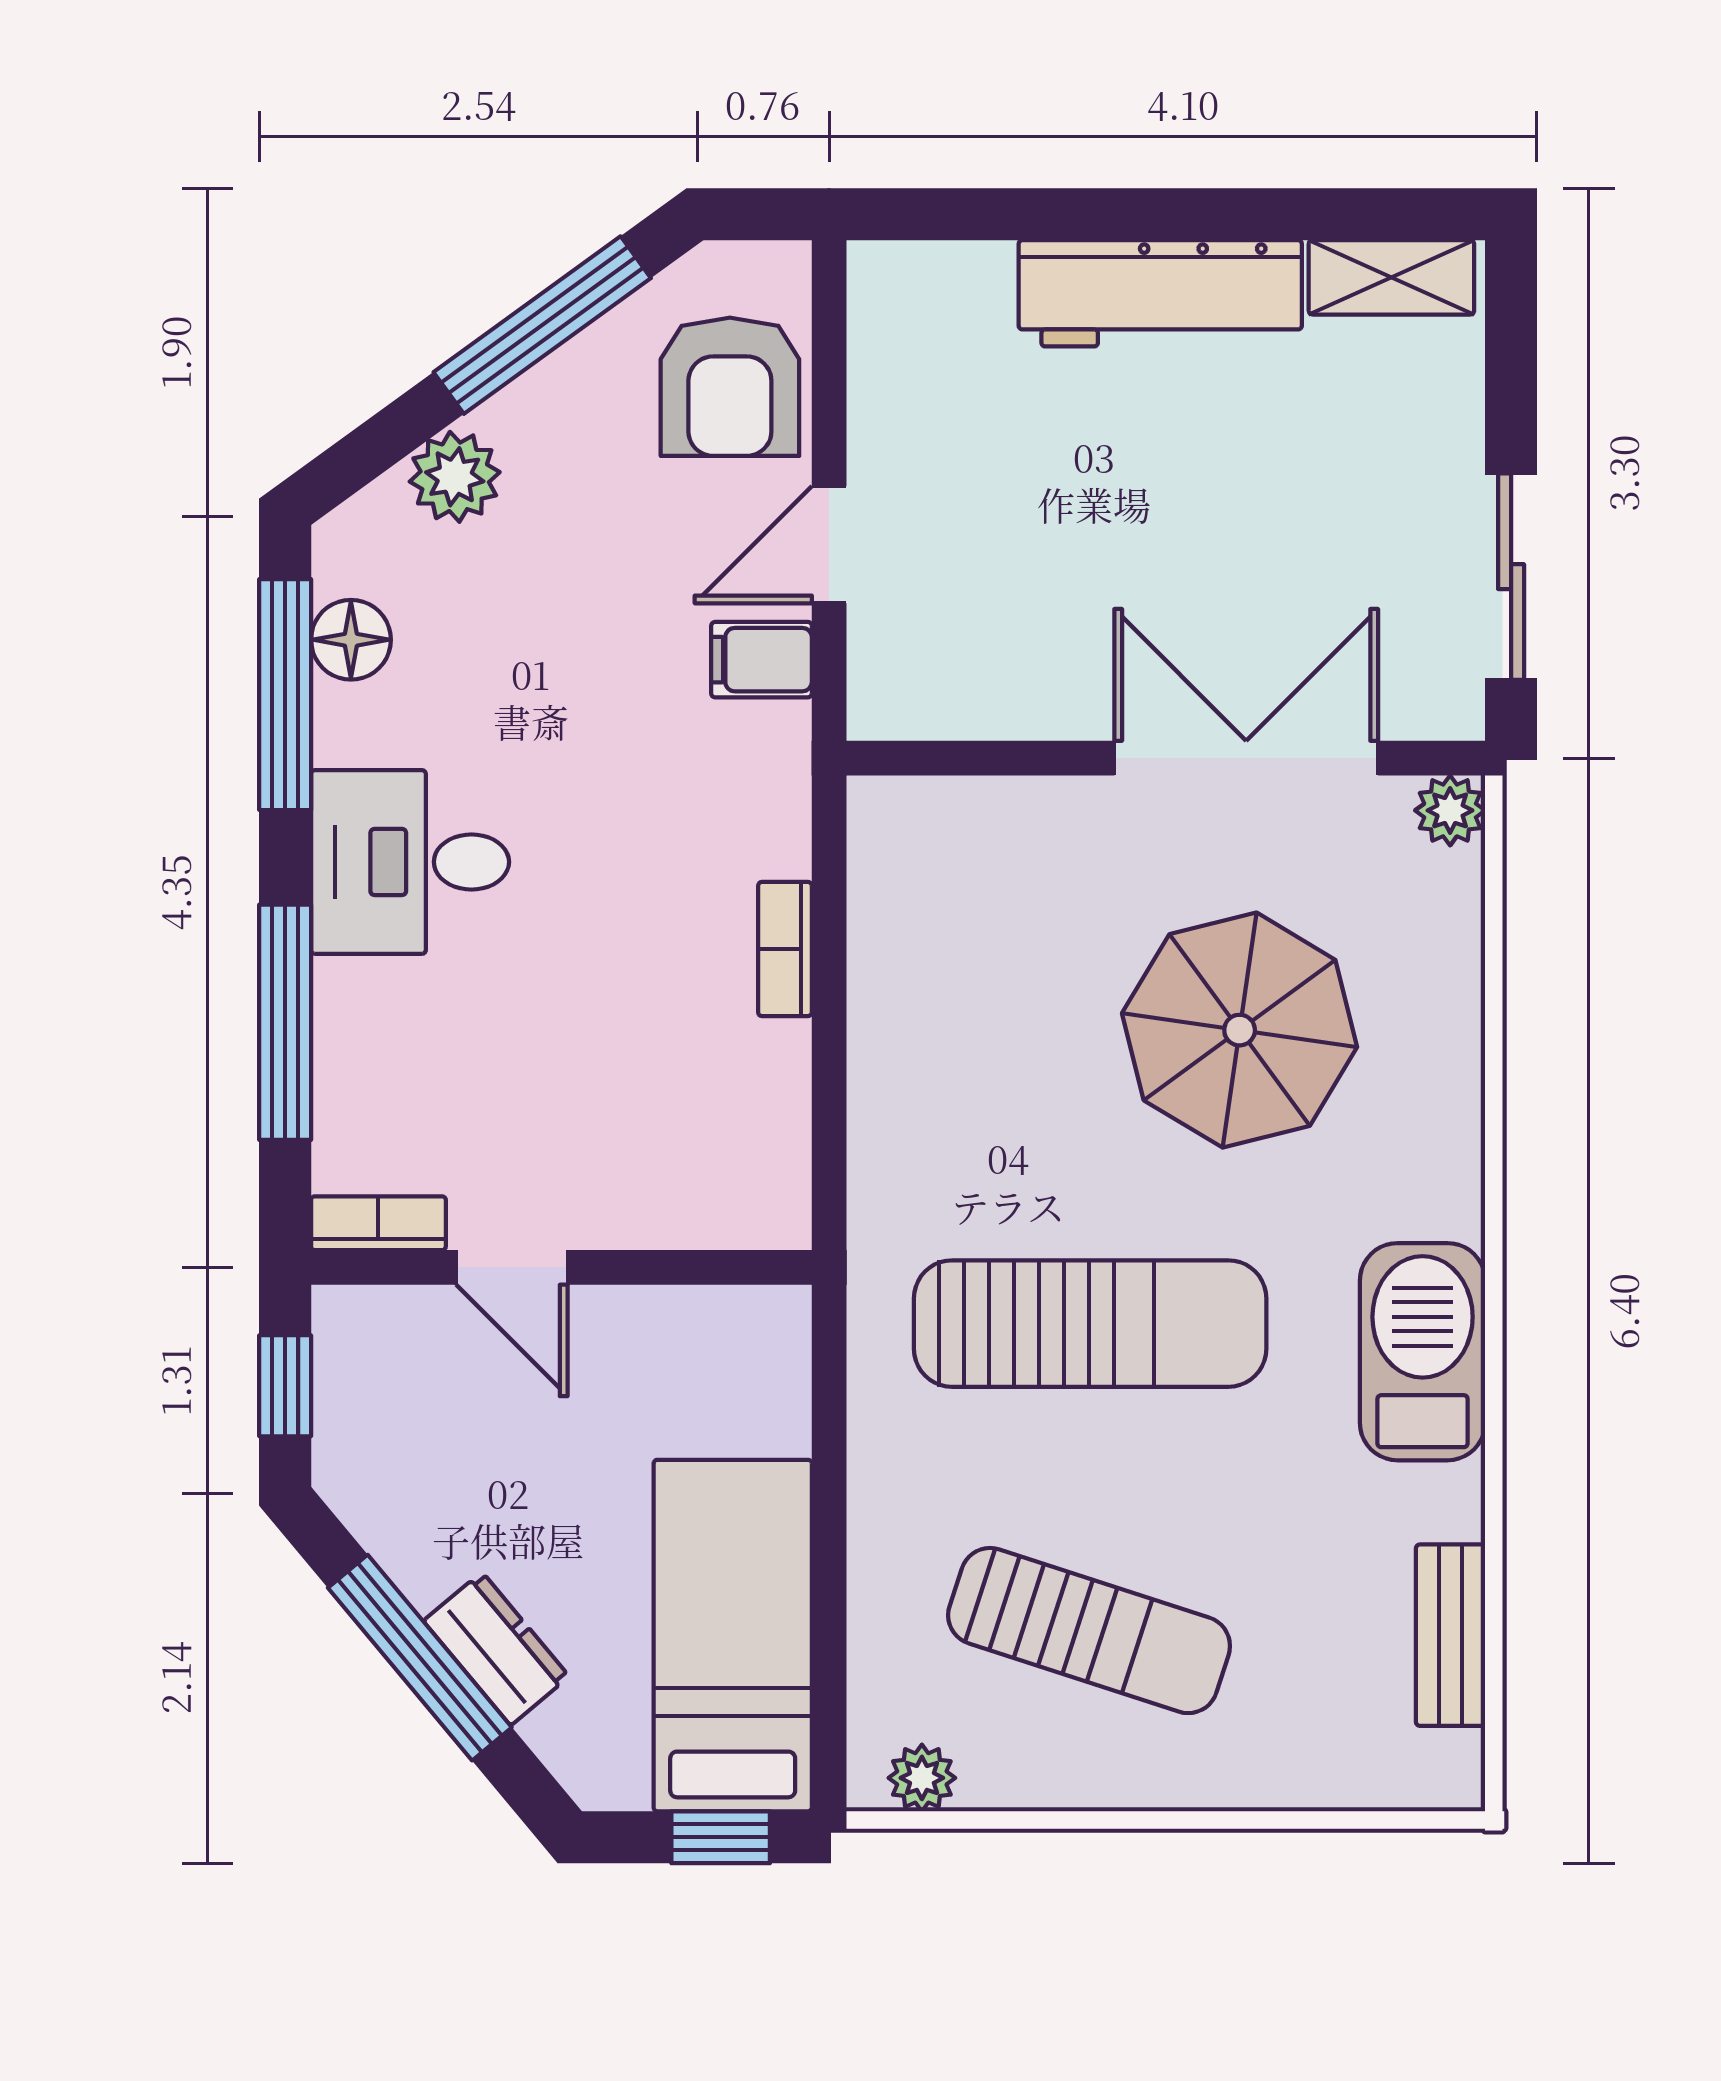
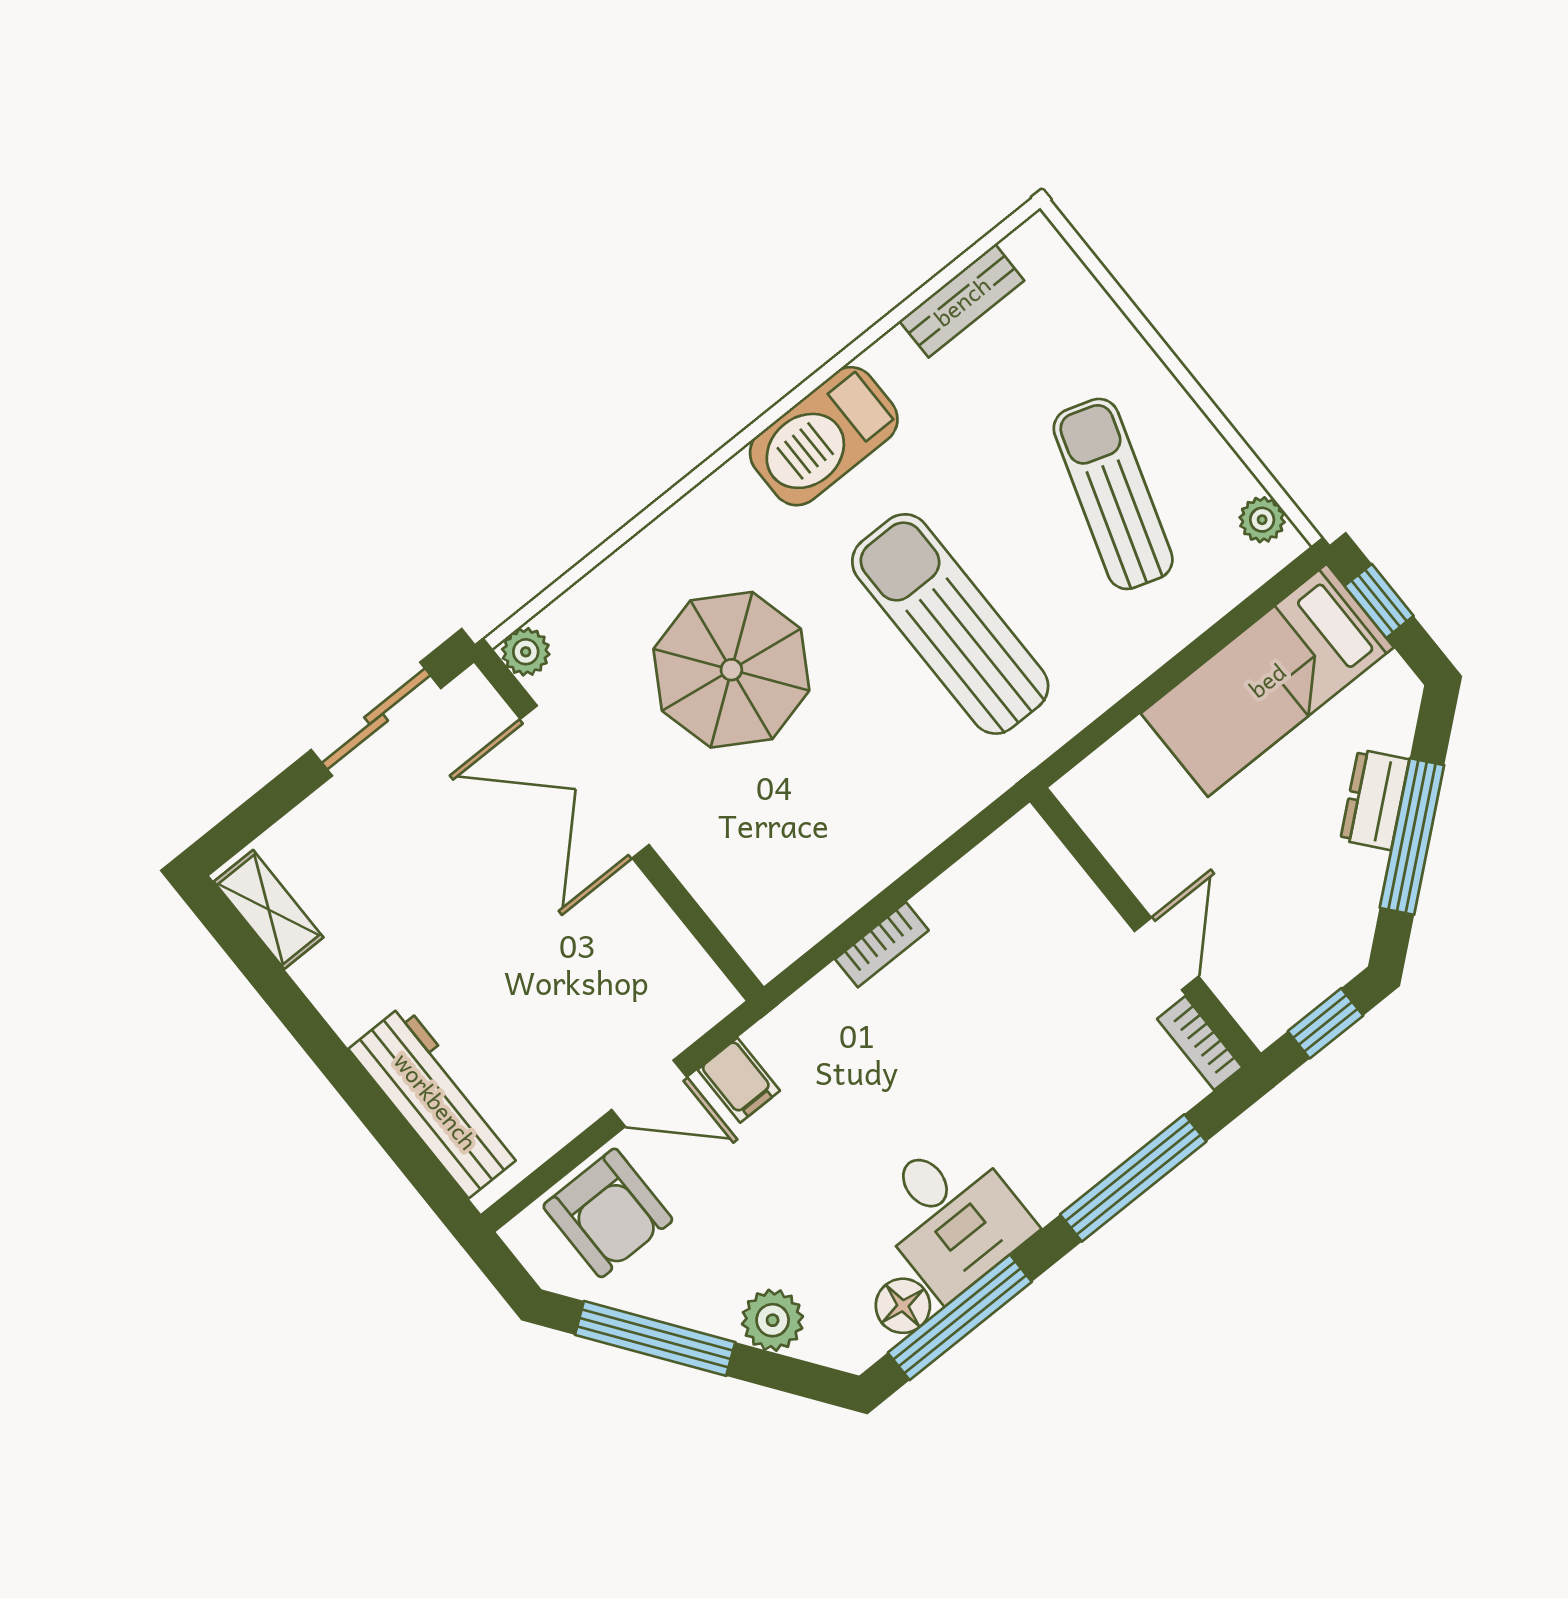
workbench: (1160, 293) -> (436, 1101), moved
armchair: (730, 387) -> (608, 1213), turned 90
desk: (410, 862) -> (951, 1216), moved

